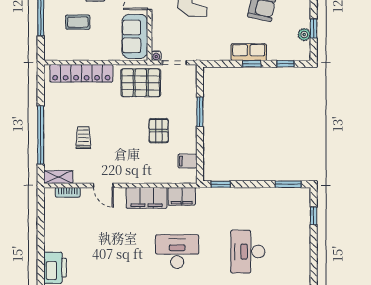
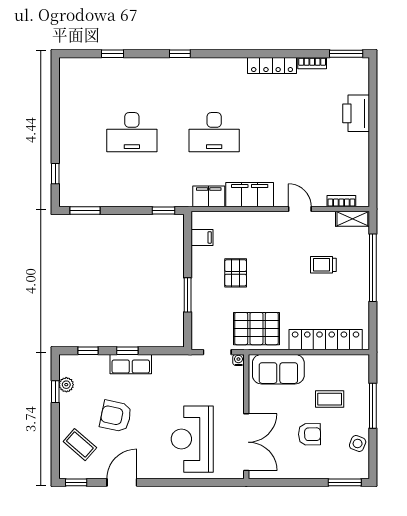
sofa: (135, 36) -> (278, 369), moved, turned 90
trolley: (83, 138) -> (323, 265), turned 90
desk: (248, 252) -> (132, 132), turned 90

